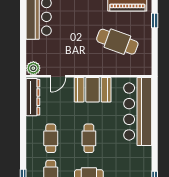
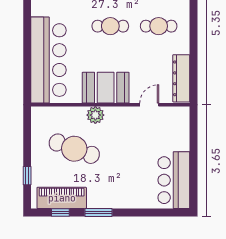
plant: (33, 68) -> (95, 115), moved
cafe table: (51, 138) -> (159, 26), turned 90
cafe table: (89, 138) -> (110, 26), turned 90

